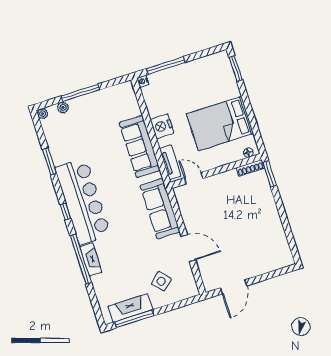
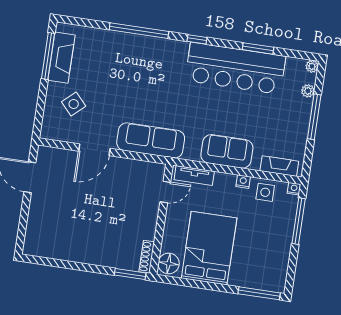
window: (236, 68) -> (259, 293), width x1.44
side table: (156, 102) -> (265, 192), added
nightstand: (162, 126) -> (243, 182), width x0.53, depth x0.56
sofa: (140, 146) -> (227, 151), width x0.73
floor lamp: (248, 153) -> (169, 263), width x1.89, depth x1.89
bar counter: (83, 201) -> (235, 68), moved
fireplace: (91, 259) -> (279, 166), moved, turned 180

